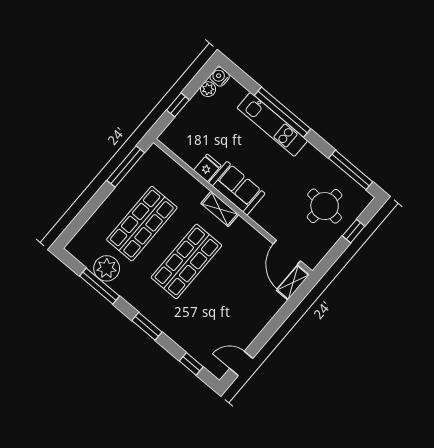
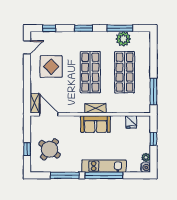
fridge: (207, 168) -> (131, 122), moved
window: (351, 170) -> (65, 175), moved
round table: (325, 206) -> (50, 149), turned 31
display table: (231, 312) -> (51, 66), added

